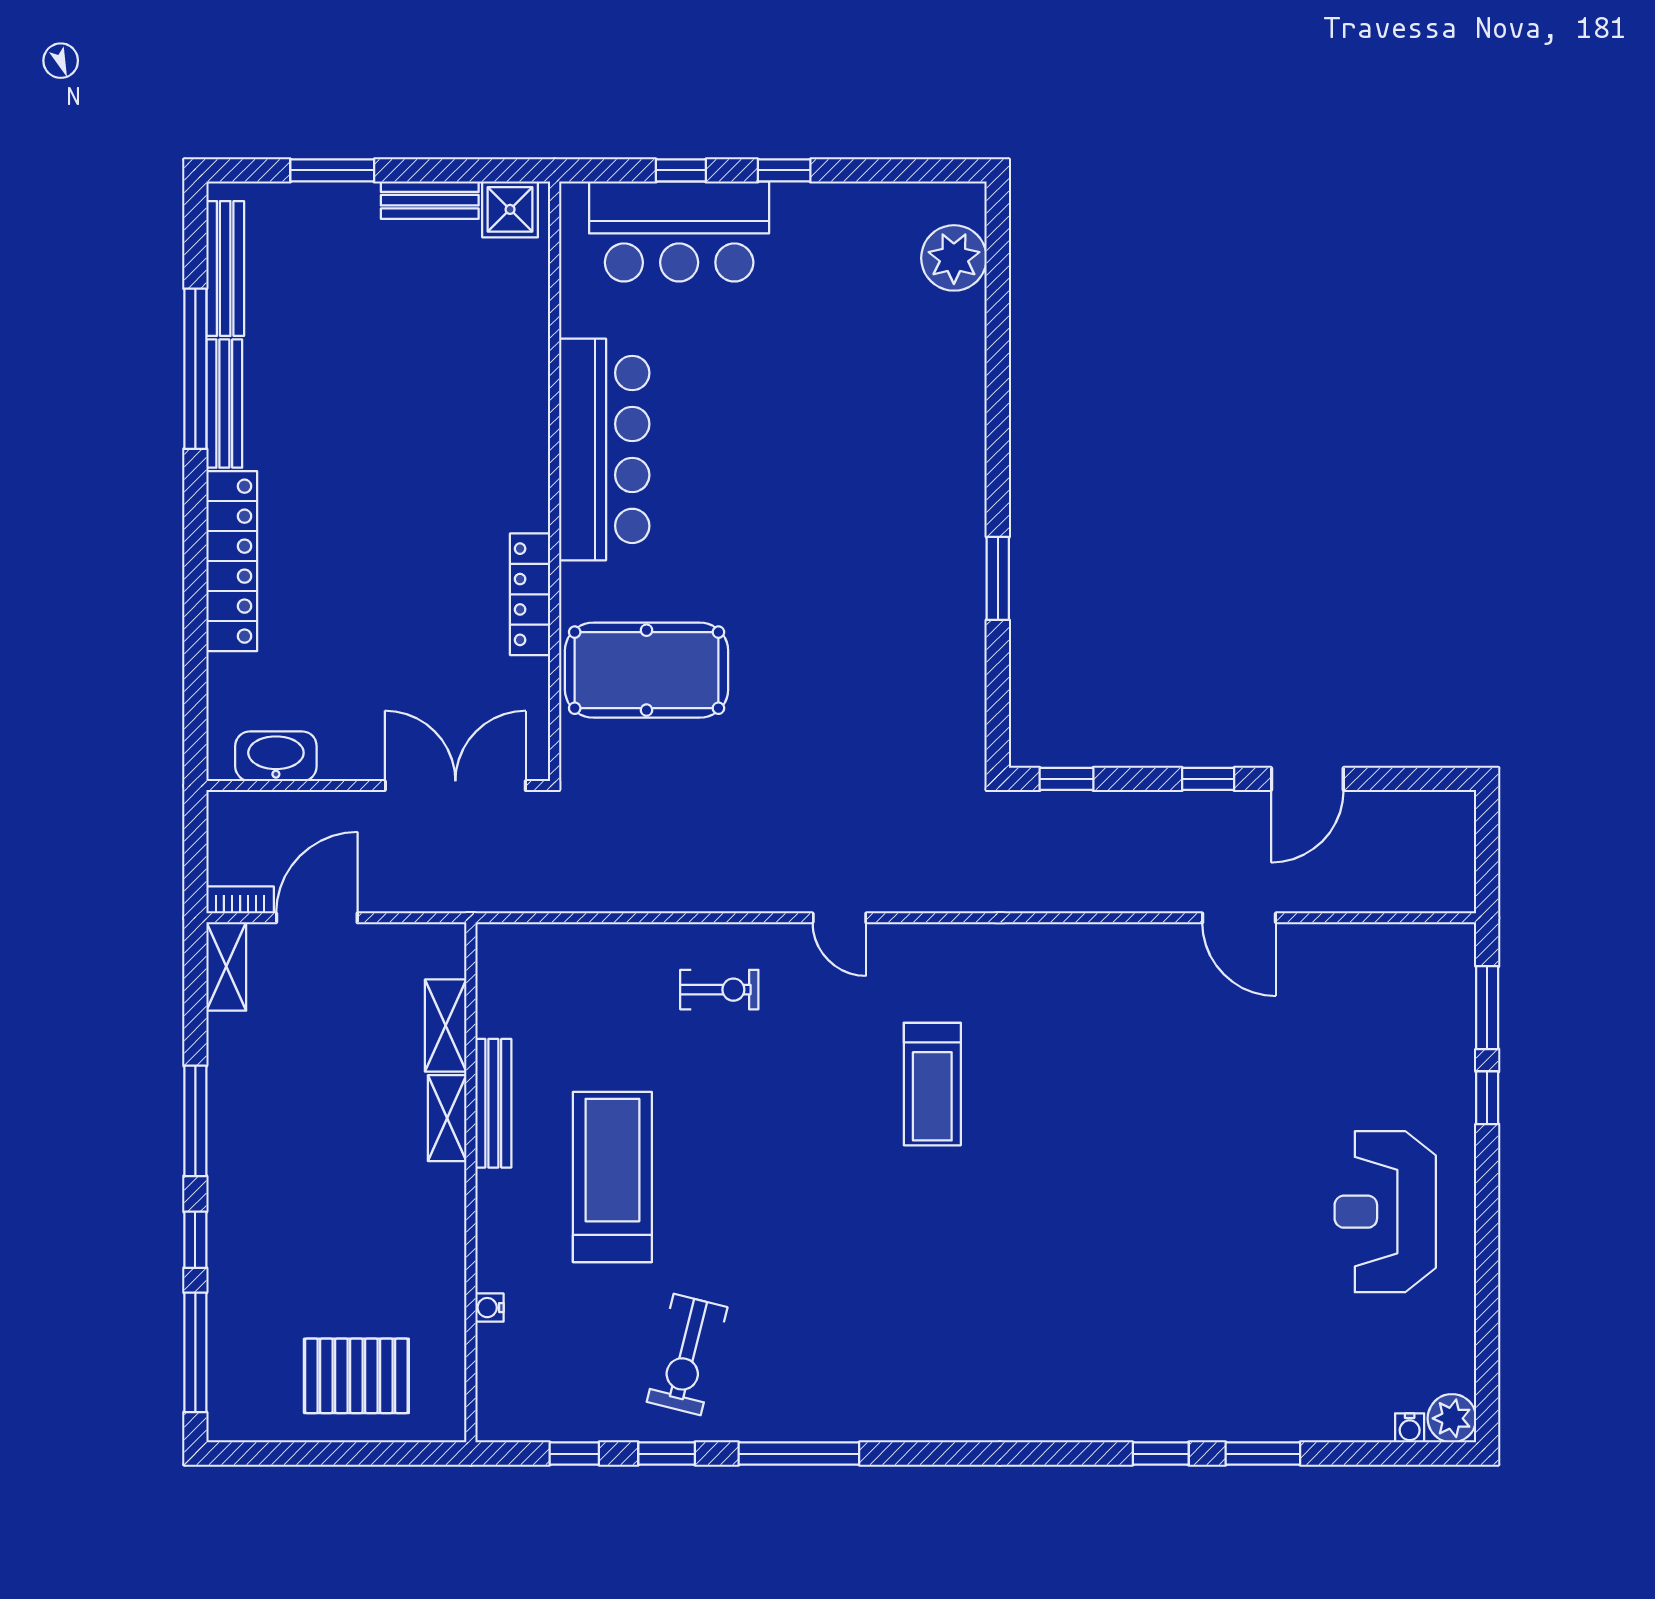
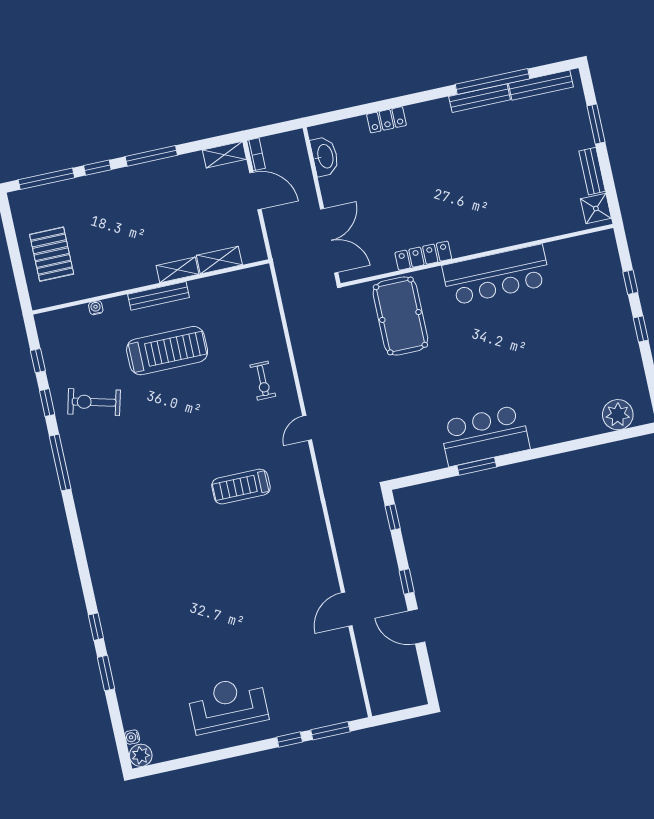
bar counter: (679, 231) -> (485, 436), moved, turned 90
locker: (232, 561) -> (387, 120), width x0.46, depth x0.83
bench: (493, 1103) -> (159, 296), moved

